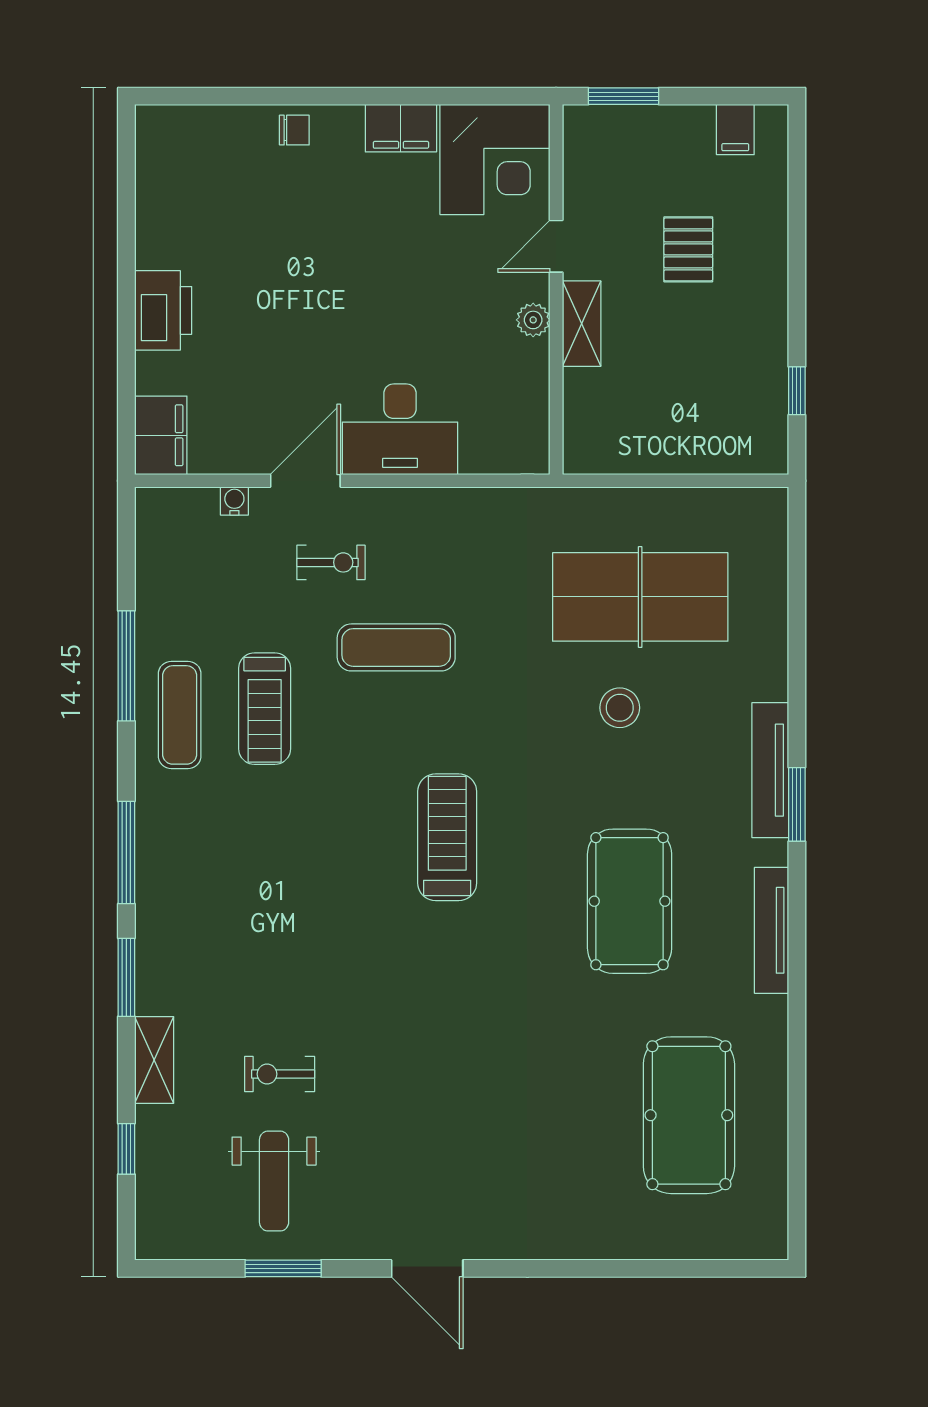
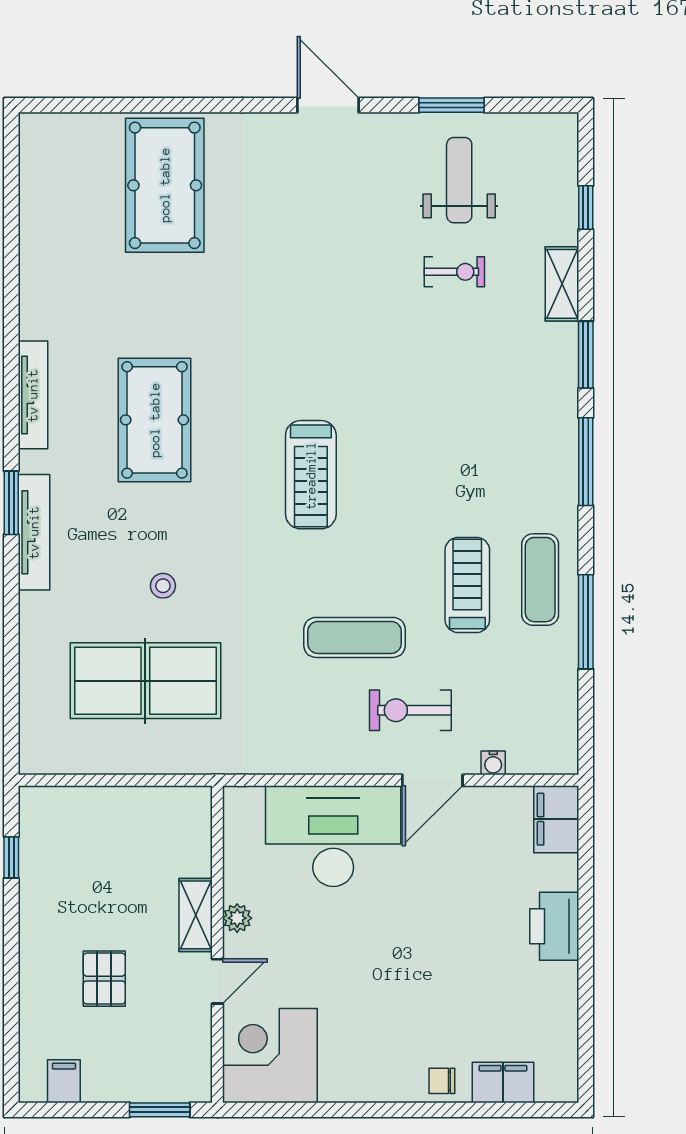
filing cabinet: (401, 128) -> (503, 1082), moved
desk: (400, 429) -> (333, 836), width x1.36, depth x1.30
exercise bike: (331, 562) -> (410, 710), width x1.38, depth x1.39
stool: (620, 708) -> (163, 586), width x0.73, depth x0.73
pool table: (689, 1115) -> (165, 185), moved

